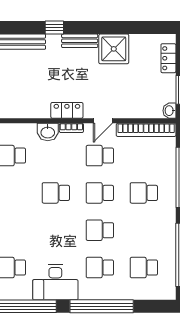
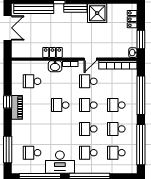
locker: (67, 110) -> (52, 52), moved
school desk: (144, 230) -> (116, 129), added

